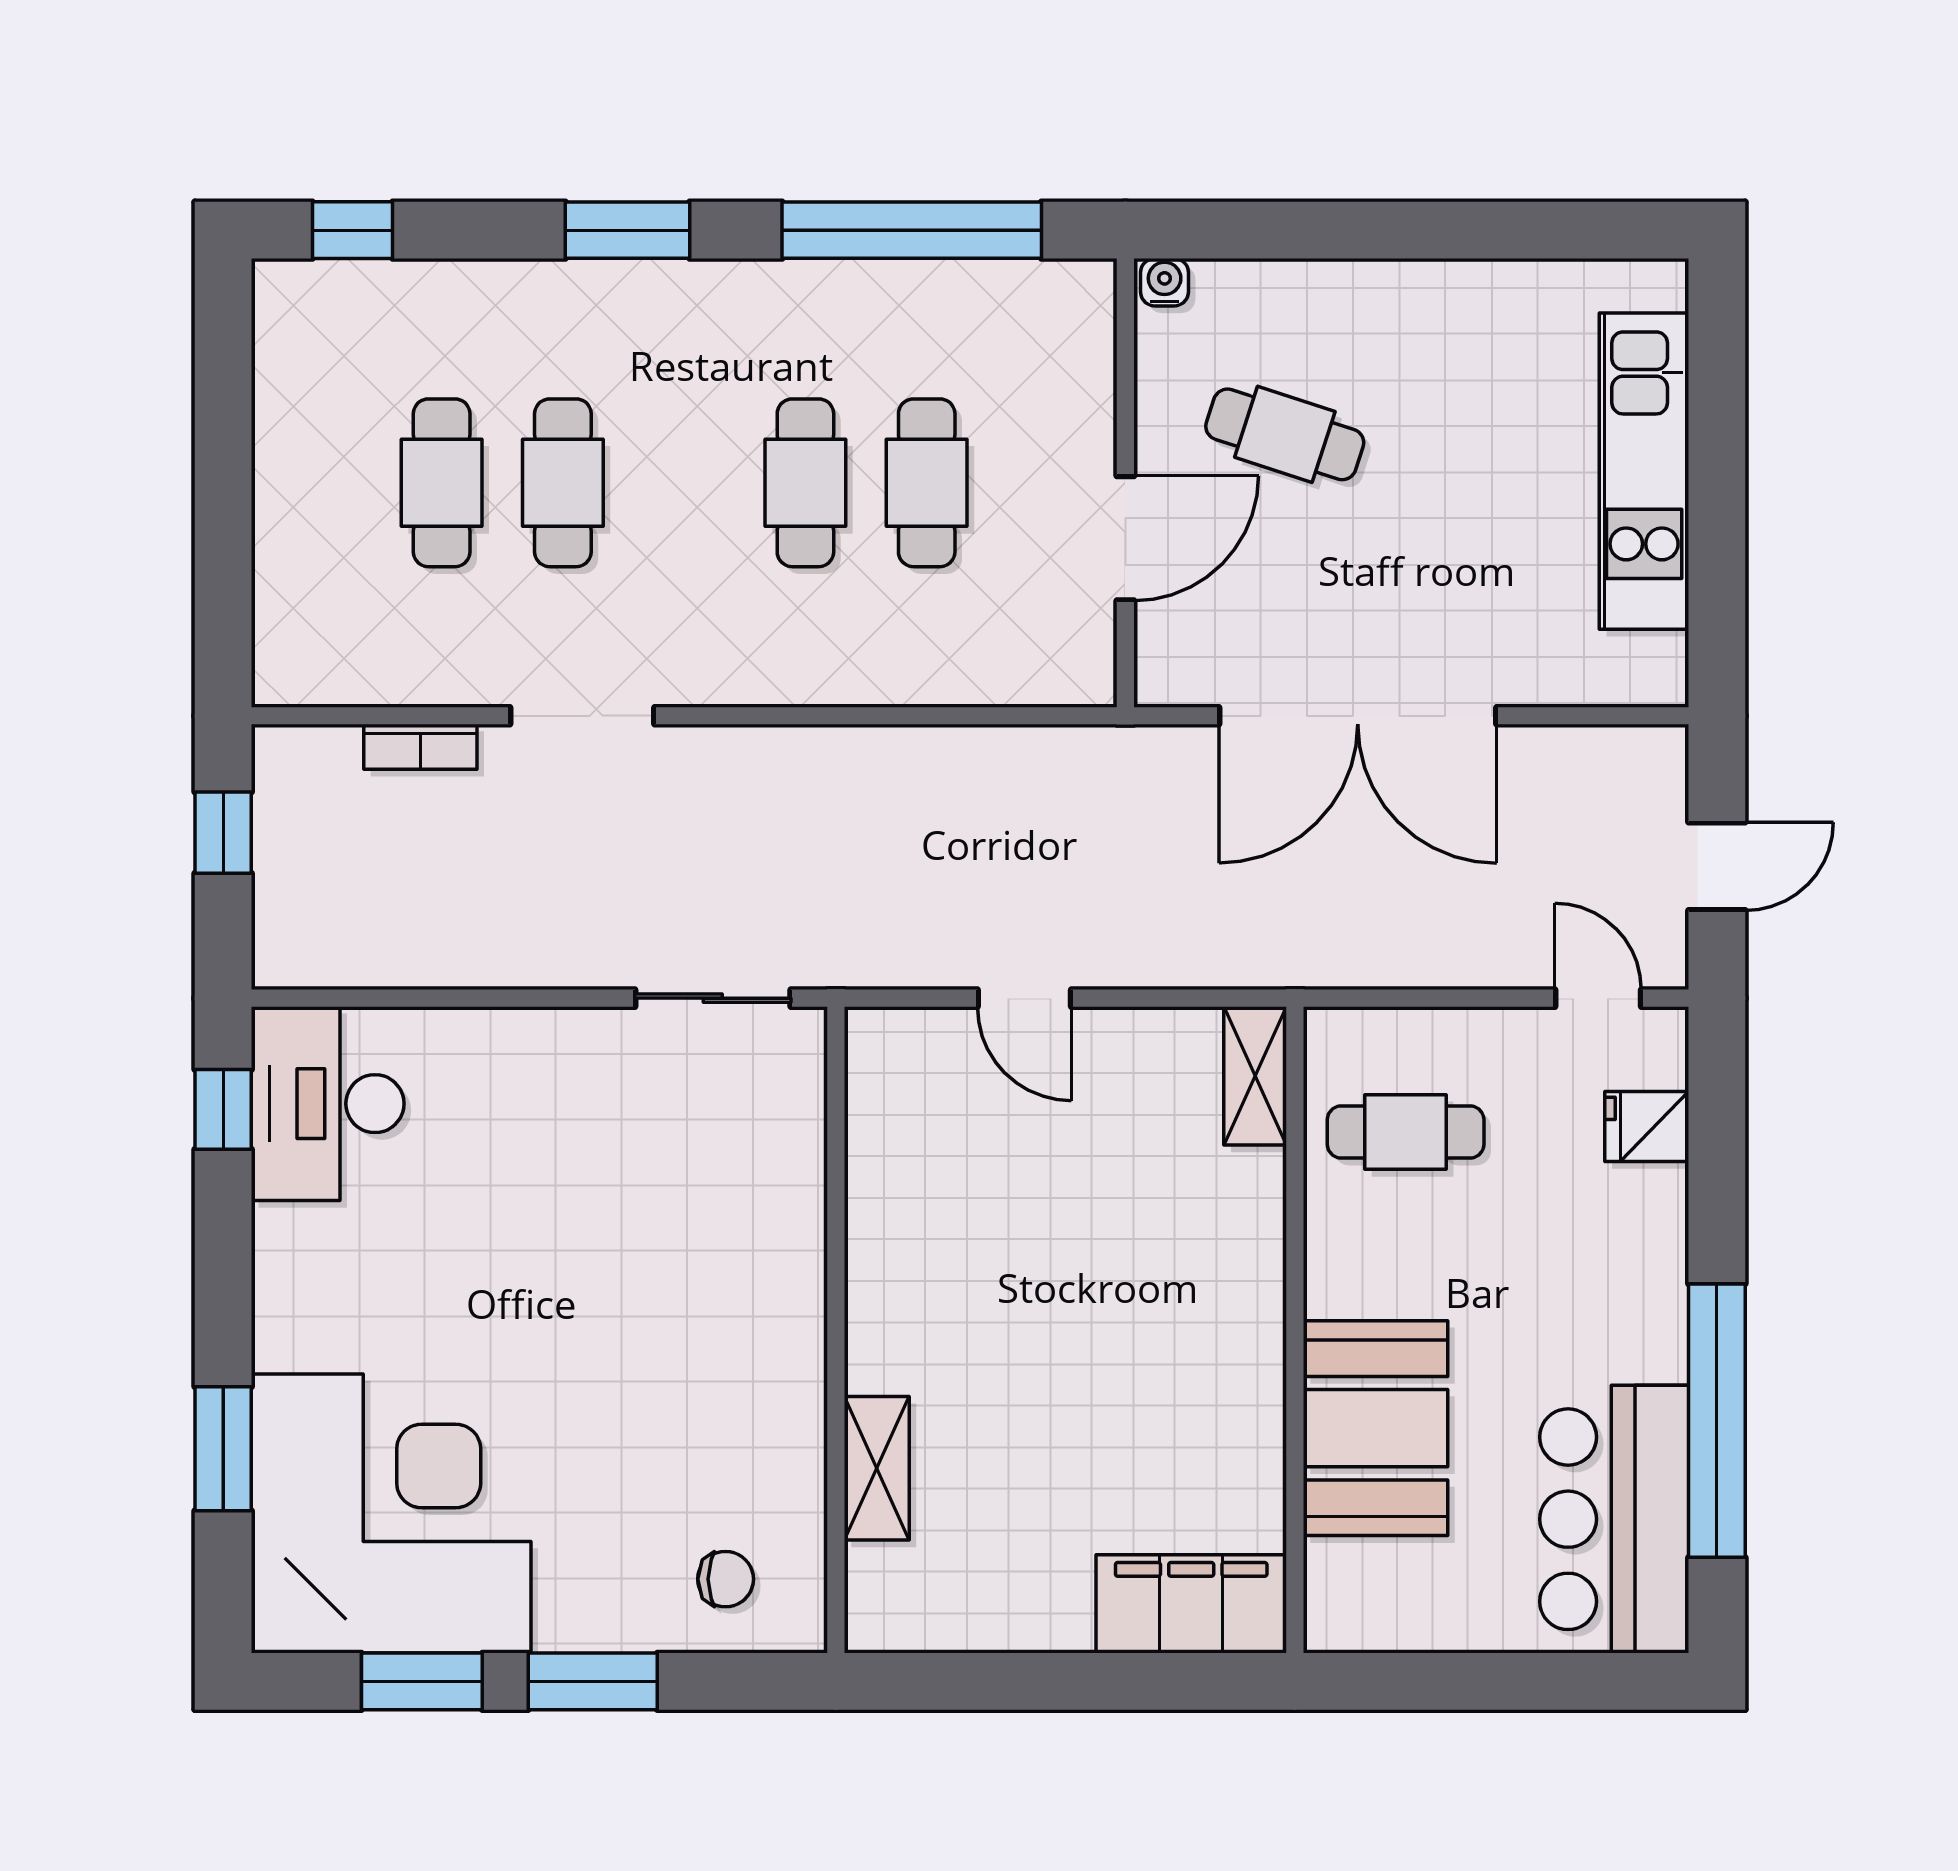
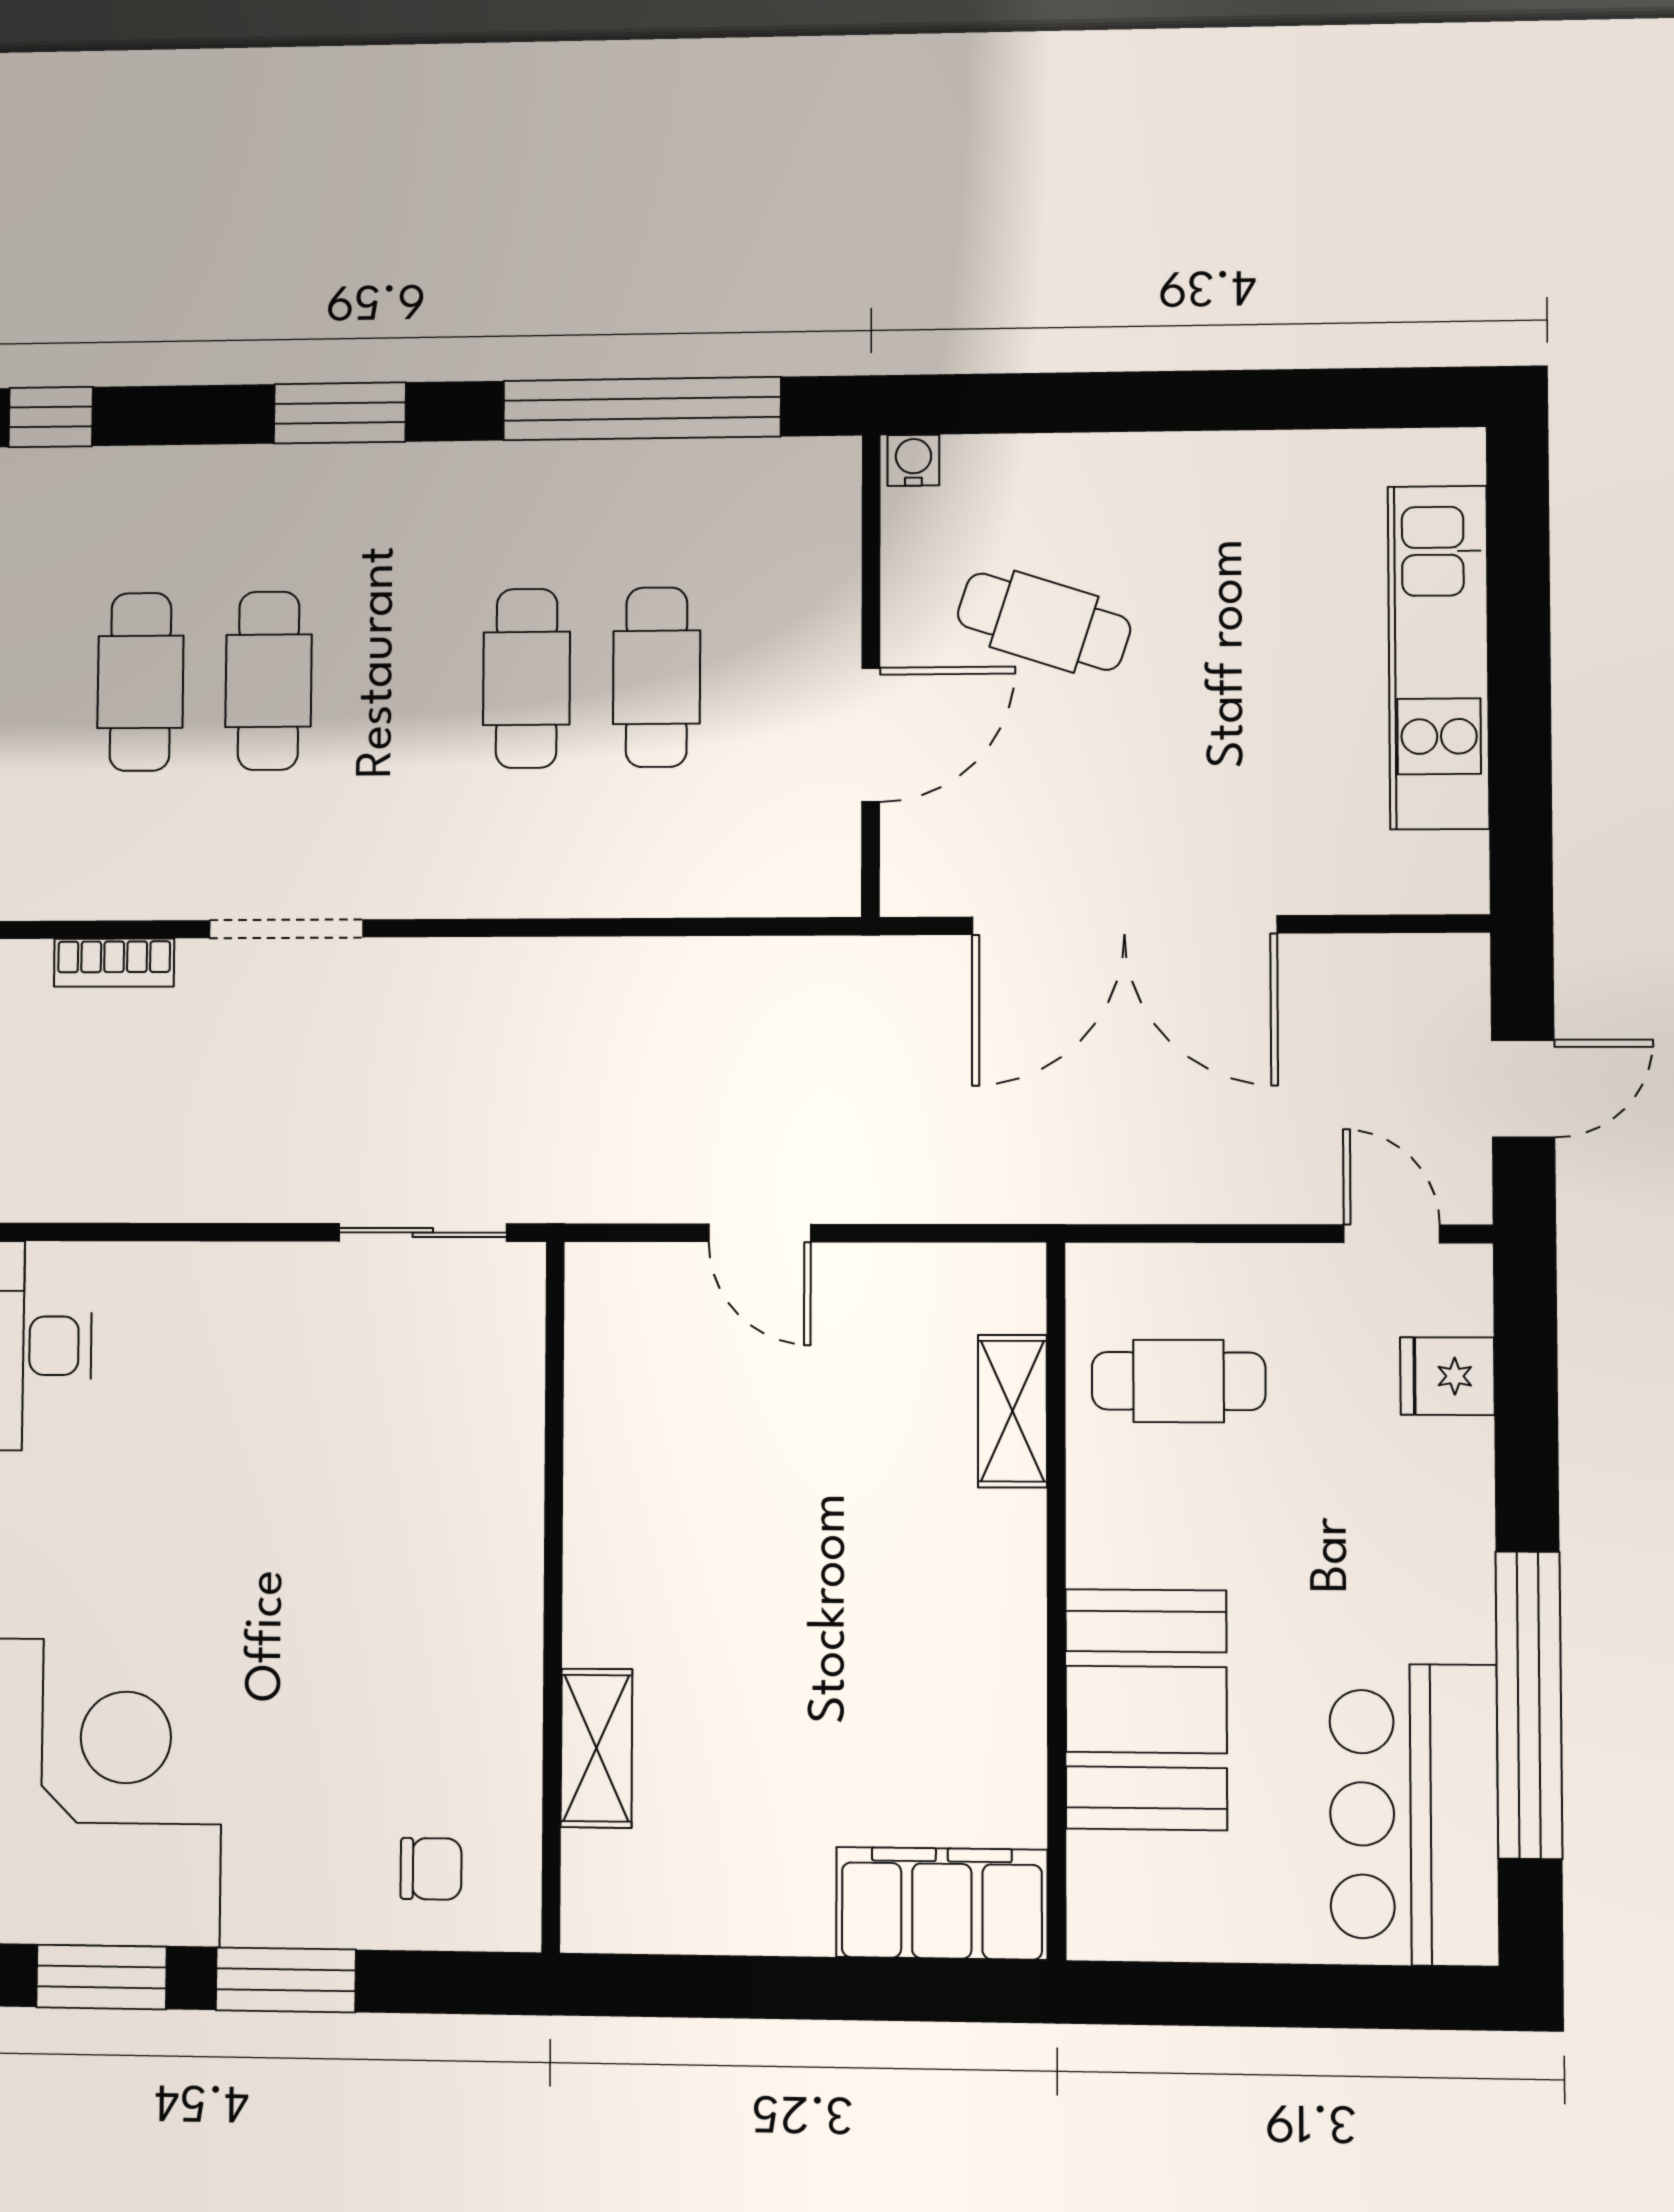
shelving: (1255, 1076) -> (1012, 1411), moved

